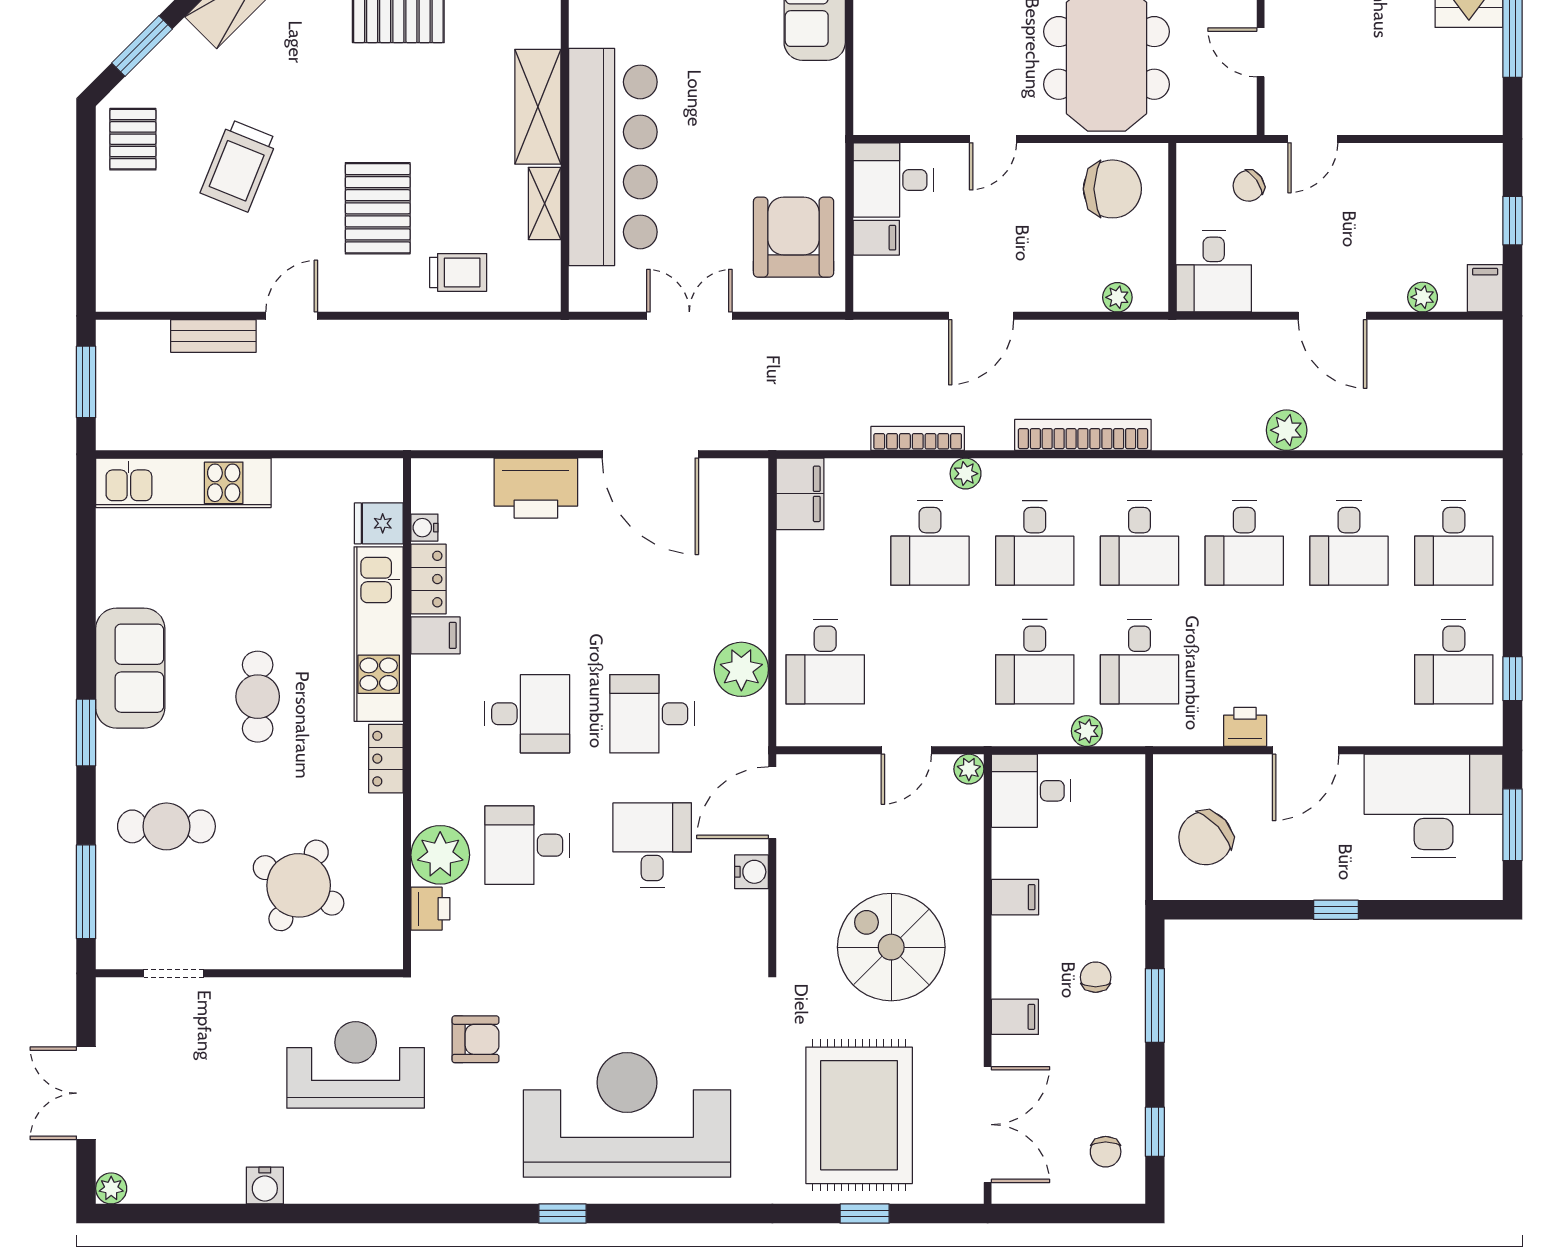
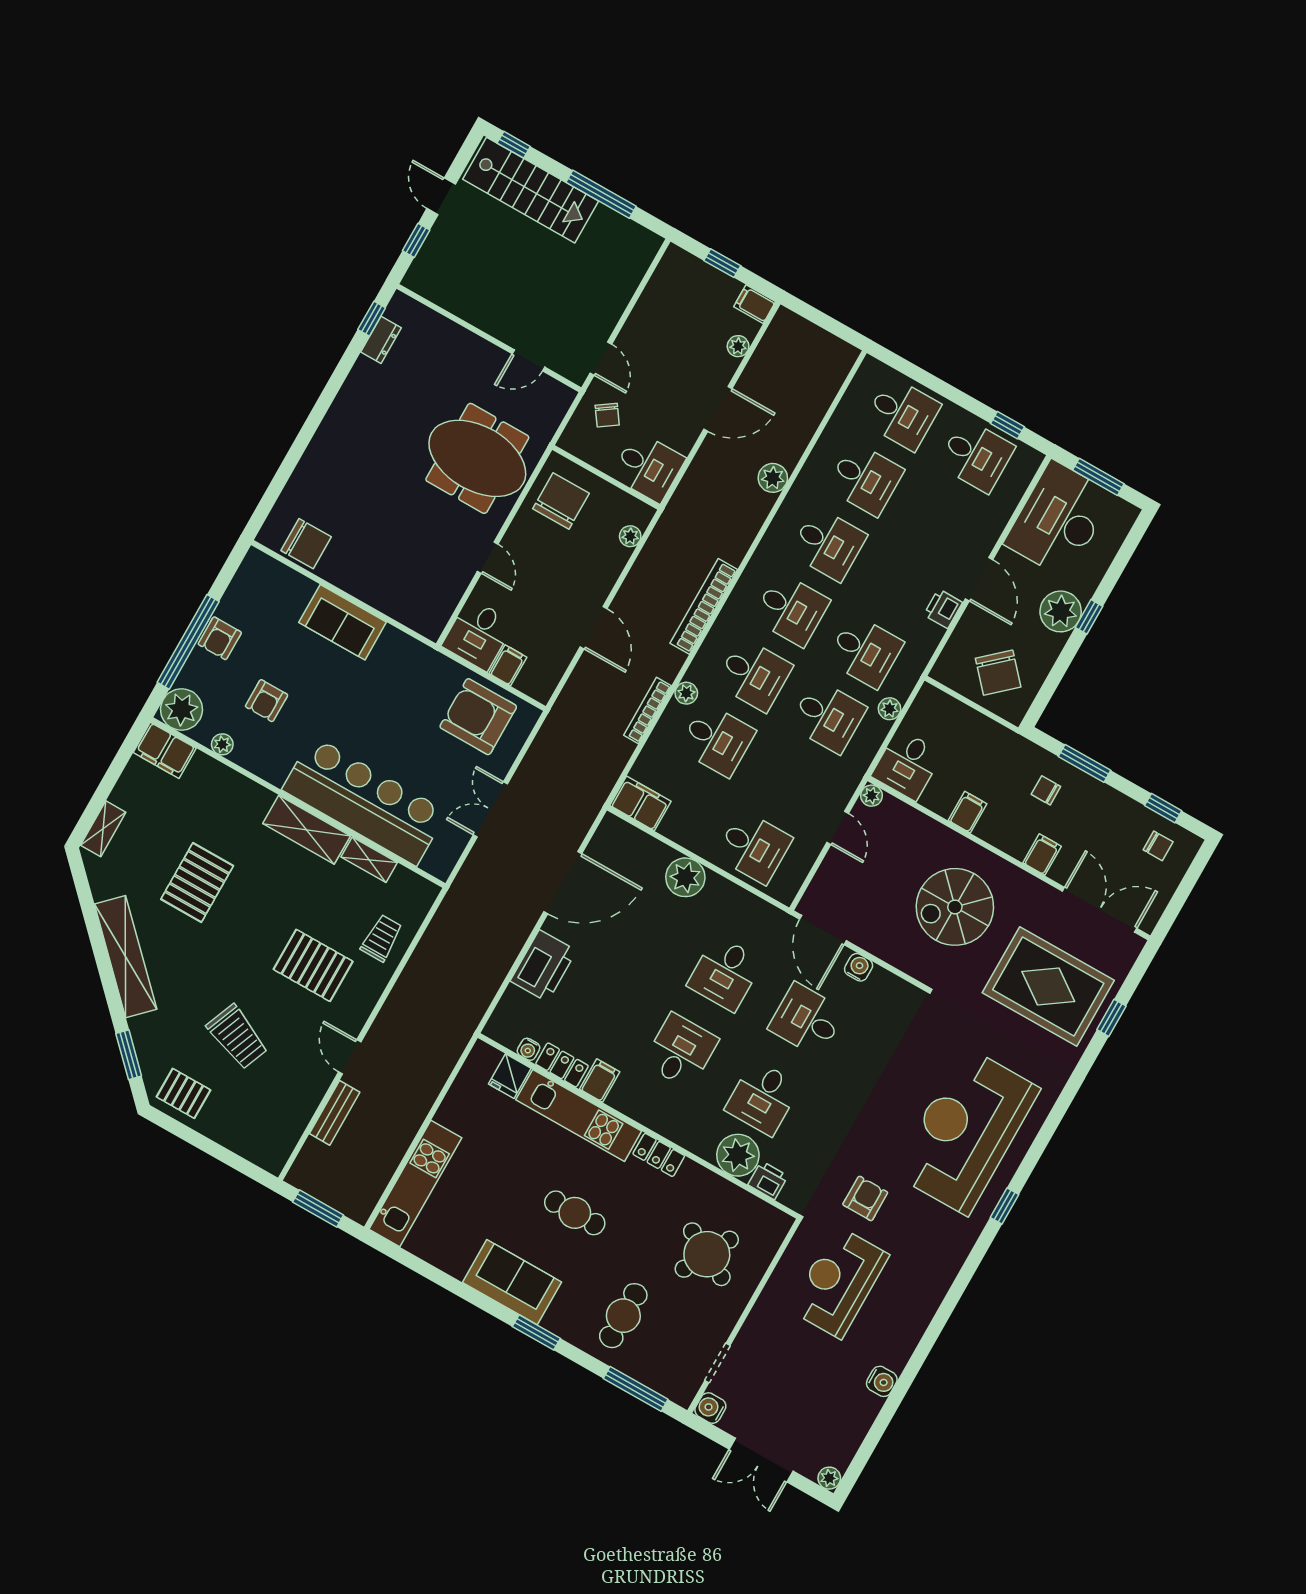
plant: (741, 669) -> (685, 877), moved
plant: (1323, 872) -> (1061, 611), added
water cooler: (114, 996) -> (710, 1408), added

